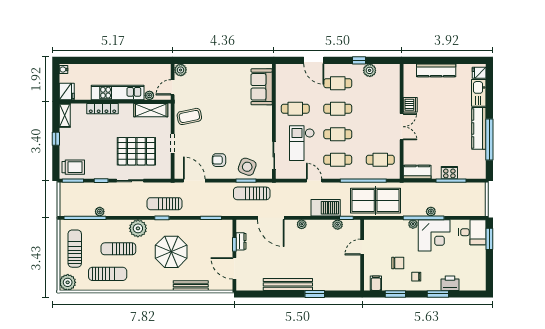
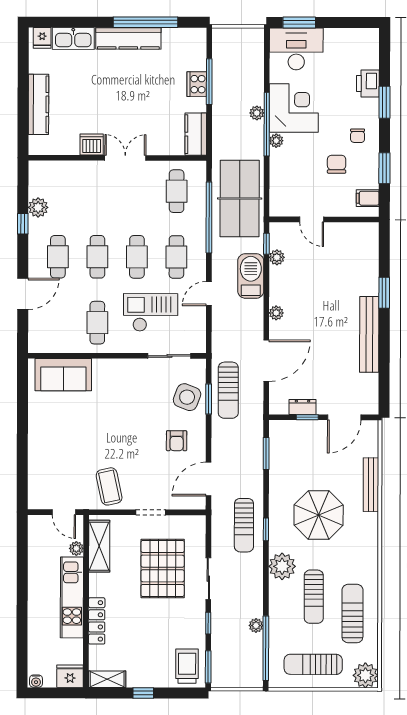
plant: (181, 70) -> (37, 500), removed
checkout: (302, 143) -> (151, 312), turned 180
desk: (472, 232) -> (296, 49), width x1.37

